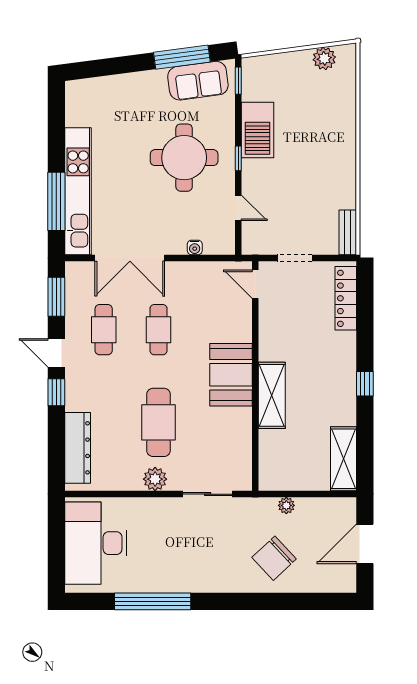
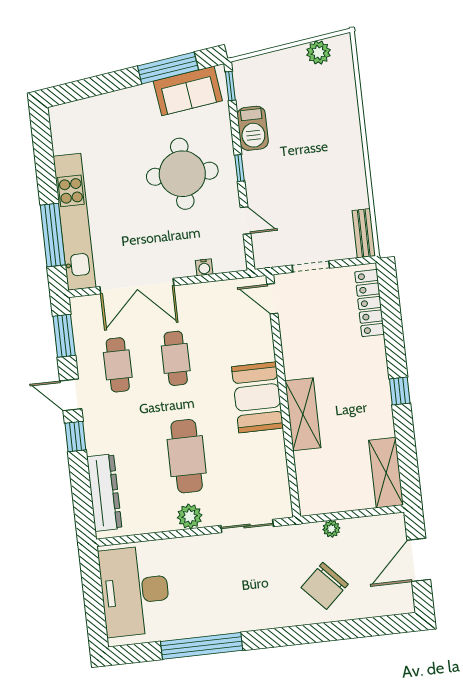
barbecue: (257, 130) -> (253, 128), width x0.73, depth x0.83

